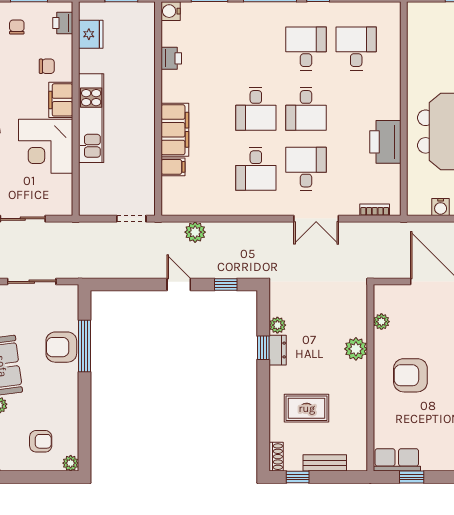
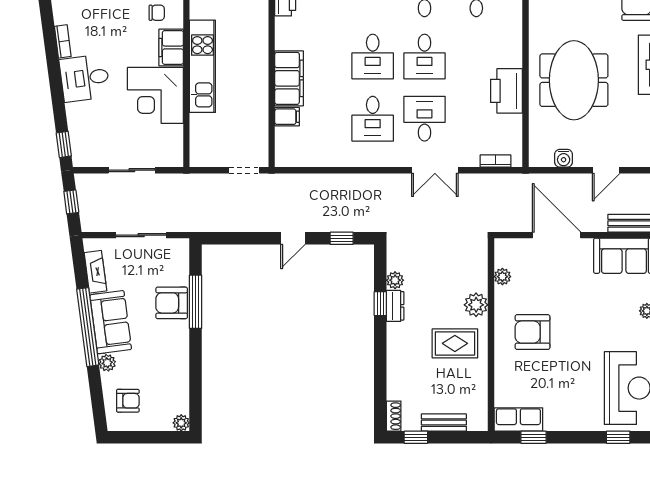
plant: (195, 232) -> (310, 184), removed
door: (179, 284) -> (293, 238), swing flipped
rug: (307, 408) -> (455, 343), moved
armchair: (41, 441) -> (128, 401), moved

